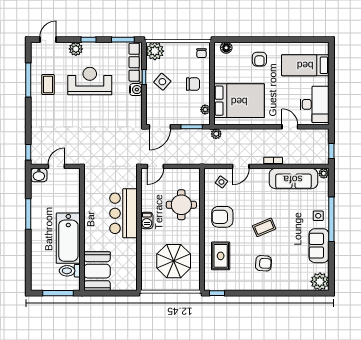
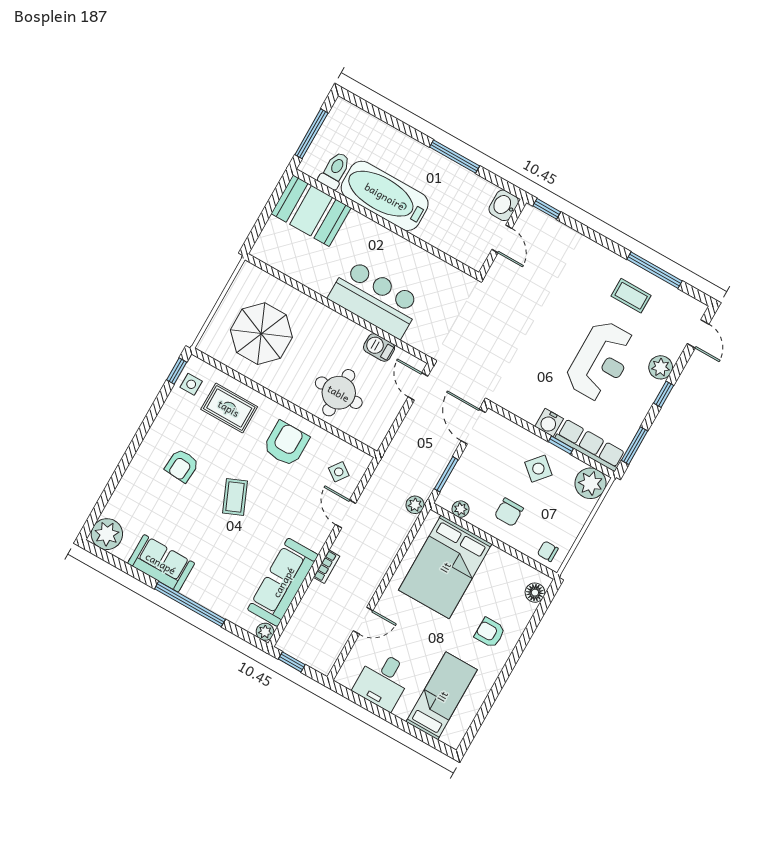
desk: (315, 104) -> (383, 681), width x0.73
side table: (318, 216) -> (191, 384), moved
barbecue: (147, 220) -> (379, 348), moved

